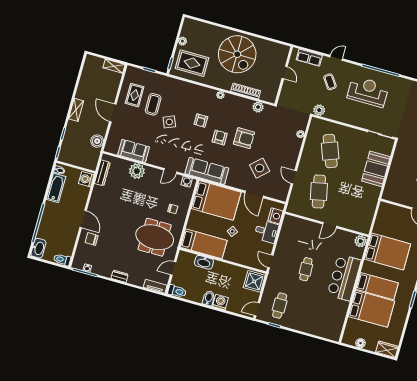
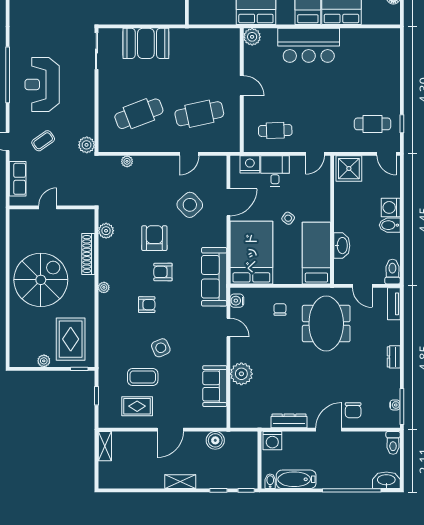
dresser: (102, 173) -> (289, 421), moved
cafe table: (306, 269) -> (275, 130), moved

